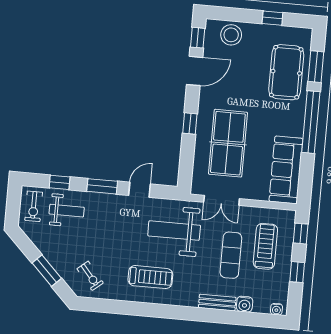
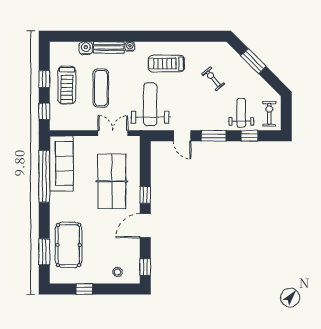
stool: (231, 35) -> (117, 272), width x0.53, depth x0.53
door: (195, 71) -> (145, 226), moved
window: (311, 122) -> (44, 176), moved
door: (139, 190) -> (182, 136), hinge flipped
weight bench: (67, 211) -> (241, 113), turned 90
weight bench: (174, 231) -> (150, 104), turned -90
treadmill: (265, 246) -> (67, 85), moved
exercise bike: (90, 276) -> (213, 79), moved
water cooler: (276, 309) -> (130, 46), moved

